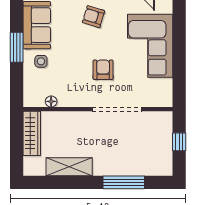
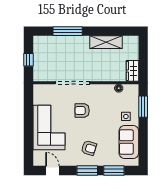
window: (17, 47) -> (143, 107), moved
armchair: (103, 70) -> (82, 111), turned 90
wardrobe: (32, 133) -> (132, 71), width x0.67

